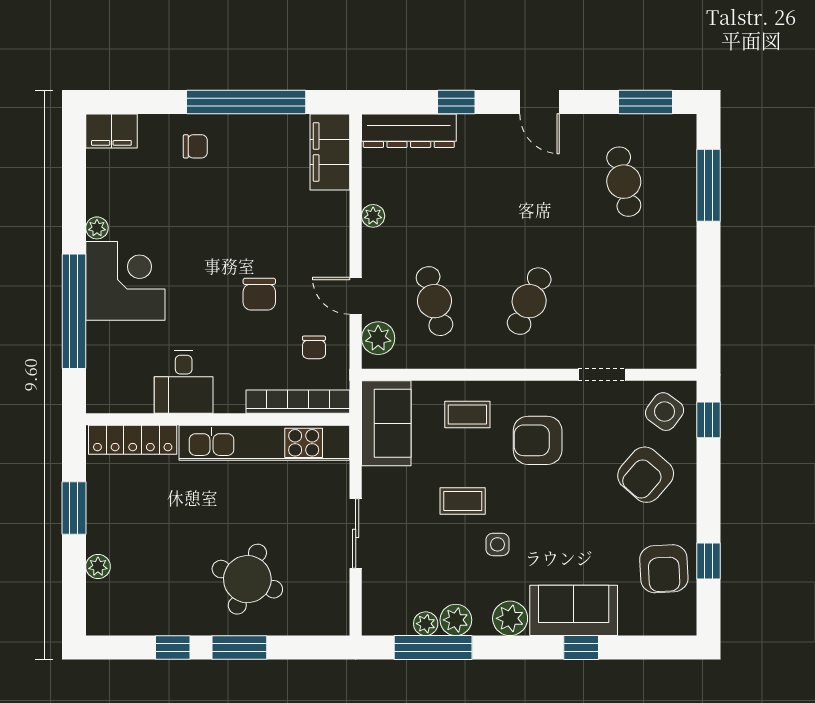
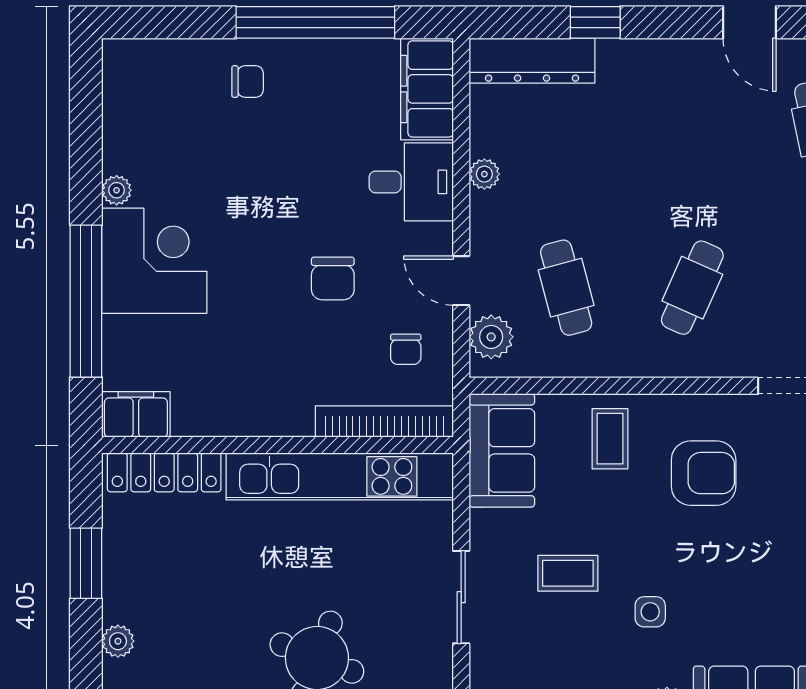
door: (540, 102) -> (750, 22), moved
filing cabinet: (111, 131) -> (136, 414), moved, turned 180
desk: (184, 382) -> (411, 182), moved, turned -90
coffee table: (467, 414) -> (610, 439), turned 90
armchair: (538, 440) -> (704, 473), turned 180
coffee table: (463, 501) -> (568, 573), moved

